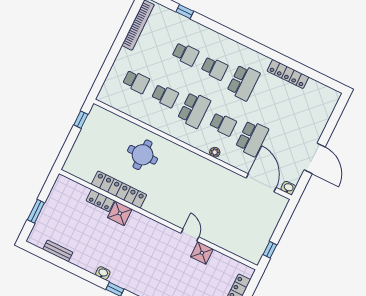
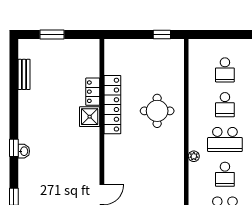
plant: (215, 152) -> (194, 156), moved
washbasin: (103, 273) -> (24, 151), moved

